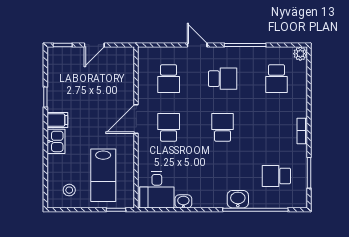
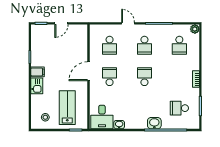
school desk: (223, 79) -> (144, 45), turned 90
lab bench: (103, 175) -> (67, 108), turned 180

